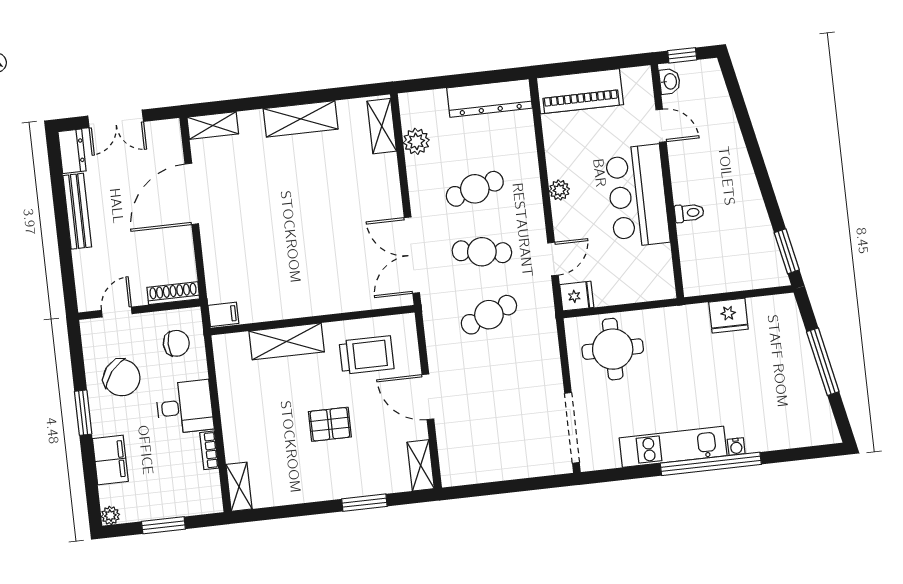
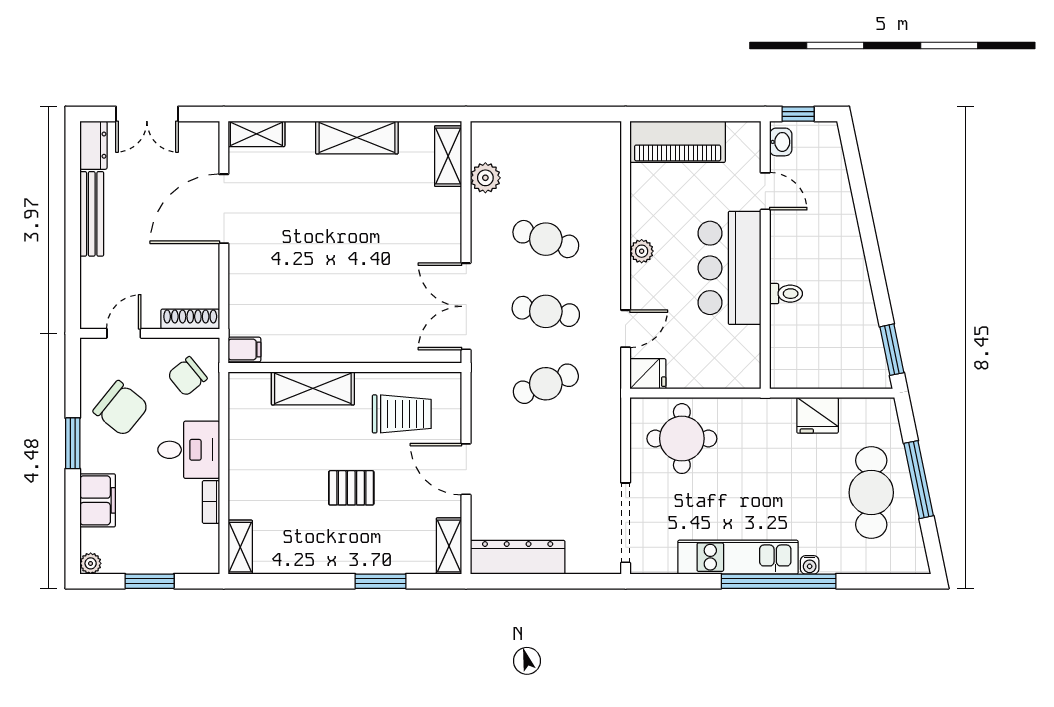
dresser: (489, 98) -> (518, 557), moved, turned 180
cafe table: (475, 189) -> (546, 239), turned 33
chair: (176, 343) -> (187, 376), turned 141
cafe table: (783, 378) -> (871, 493), added

